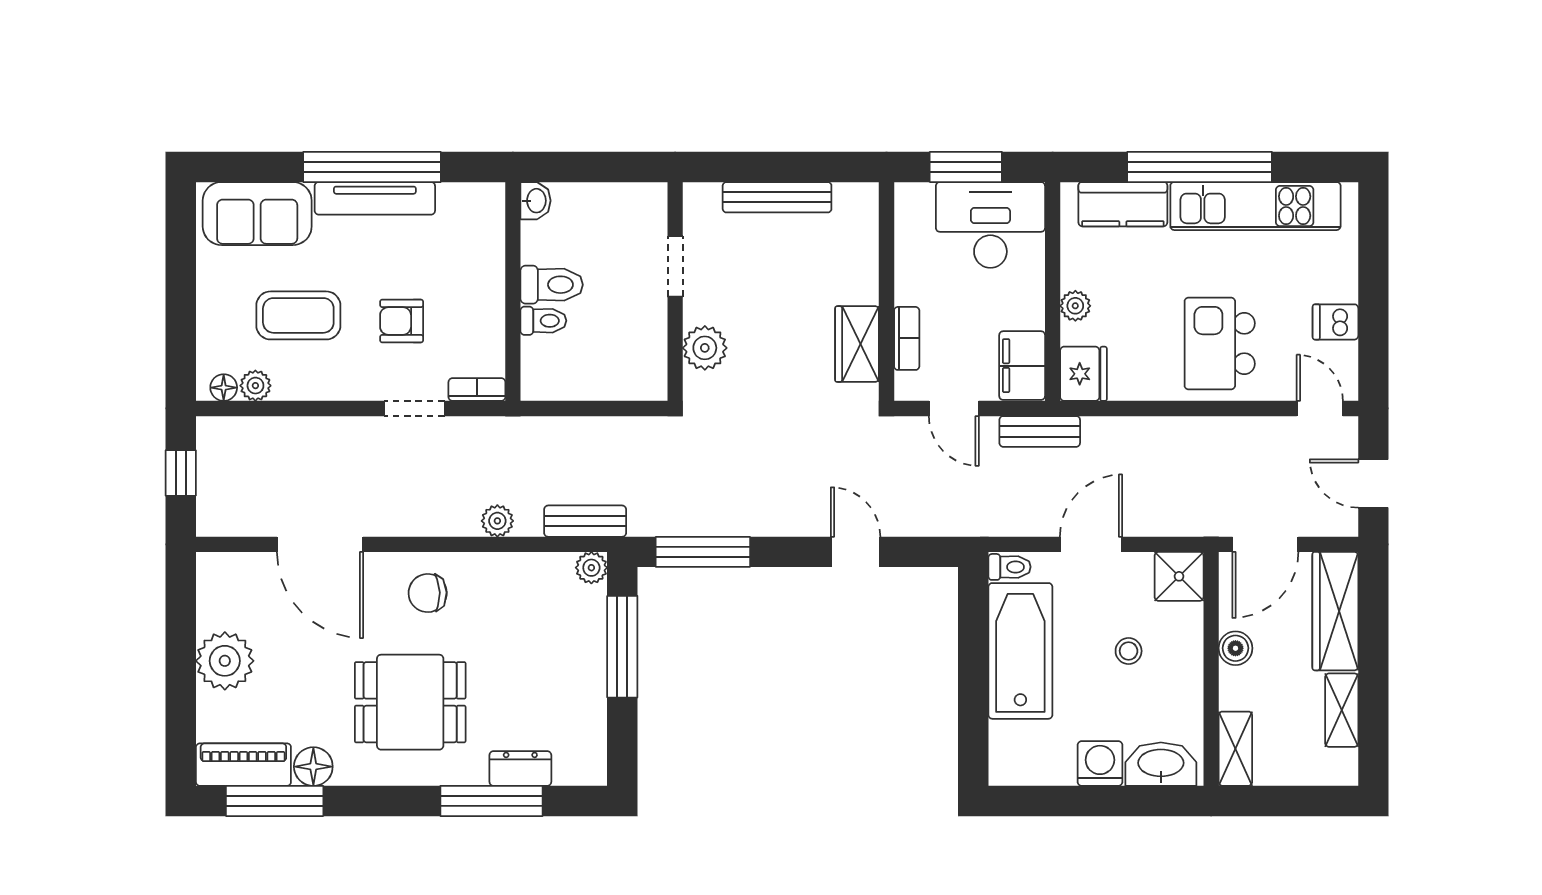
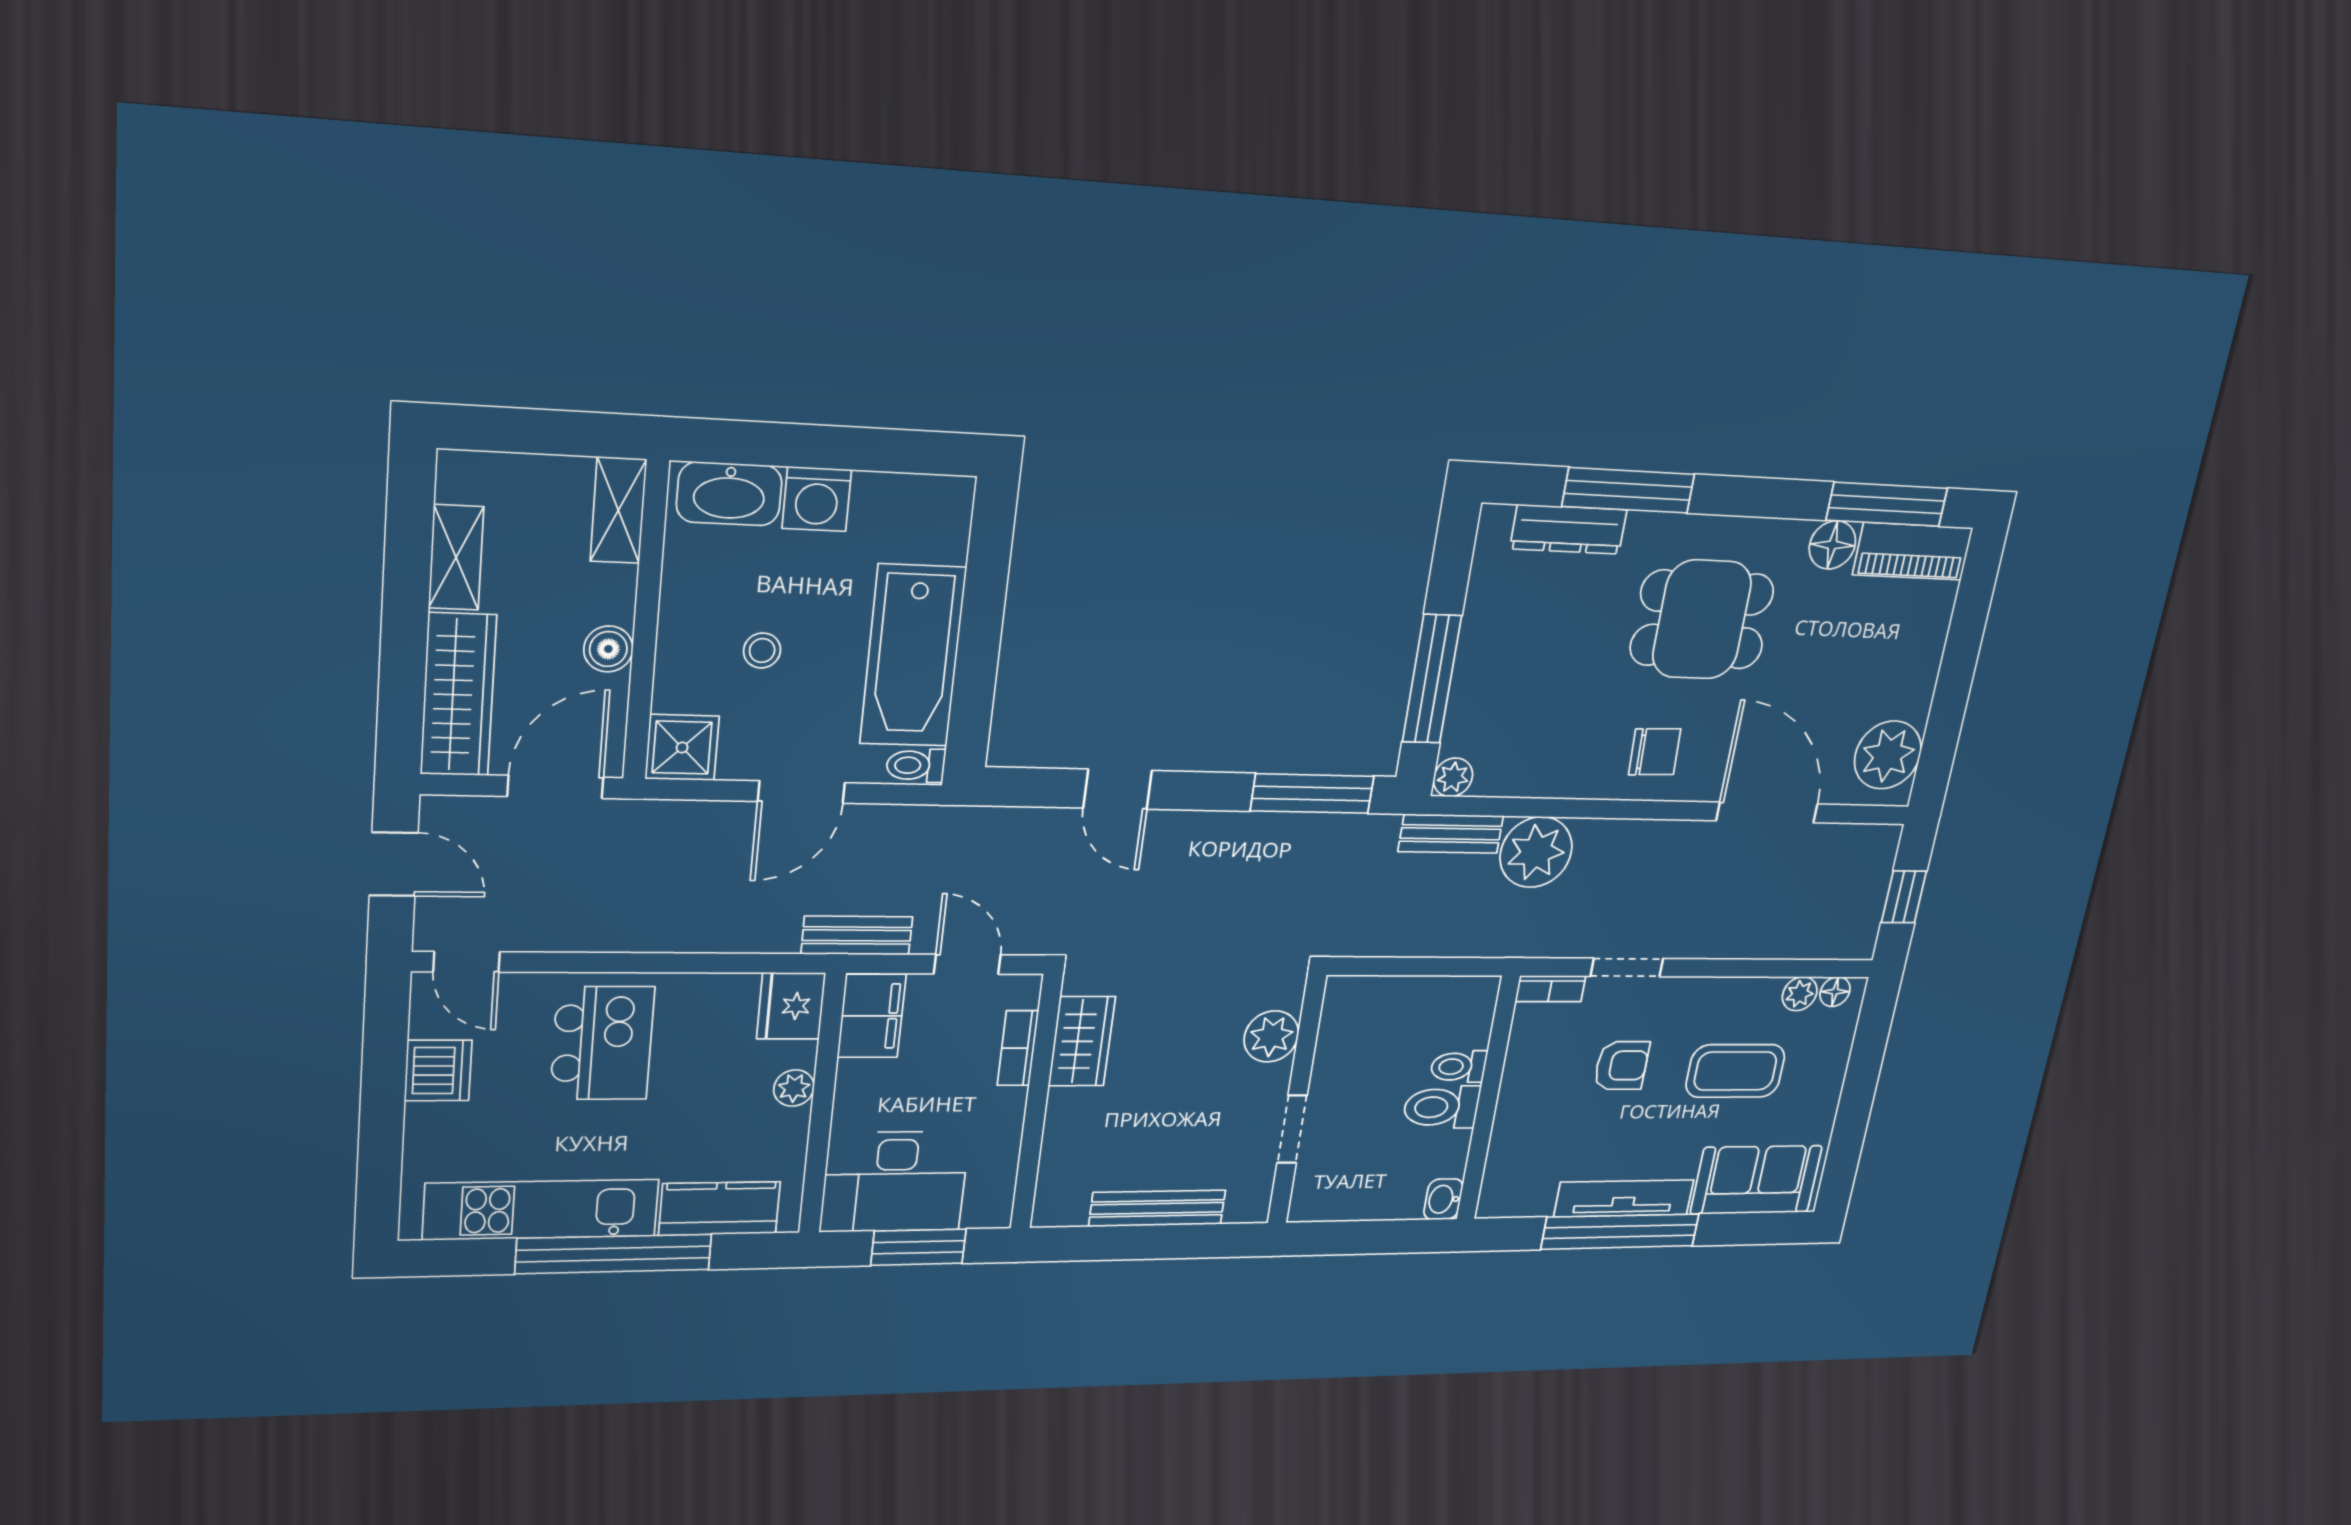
dishwasher: (1335, 322) -> (438, 1070), width x1.38
plant: (497, 521) -> (1536, 852), width x1.87, depth x1.87
plant: (225, 661) -> (1888, 755), moved
dresser: (520, 768) -> (1569, 529), width x1.44

